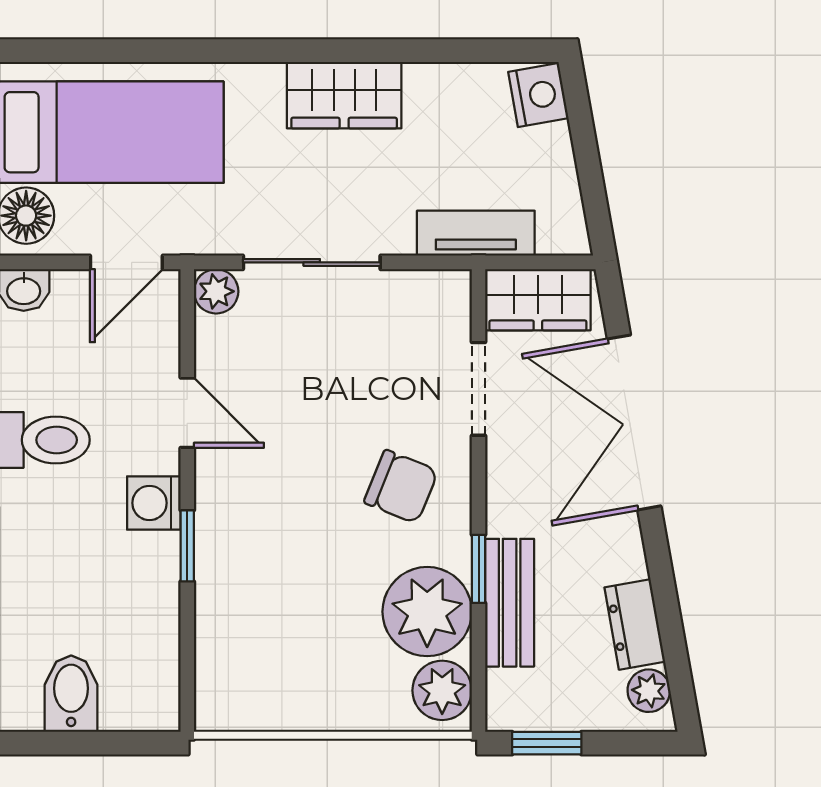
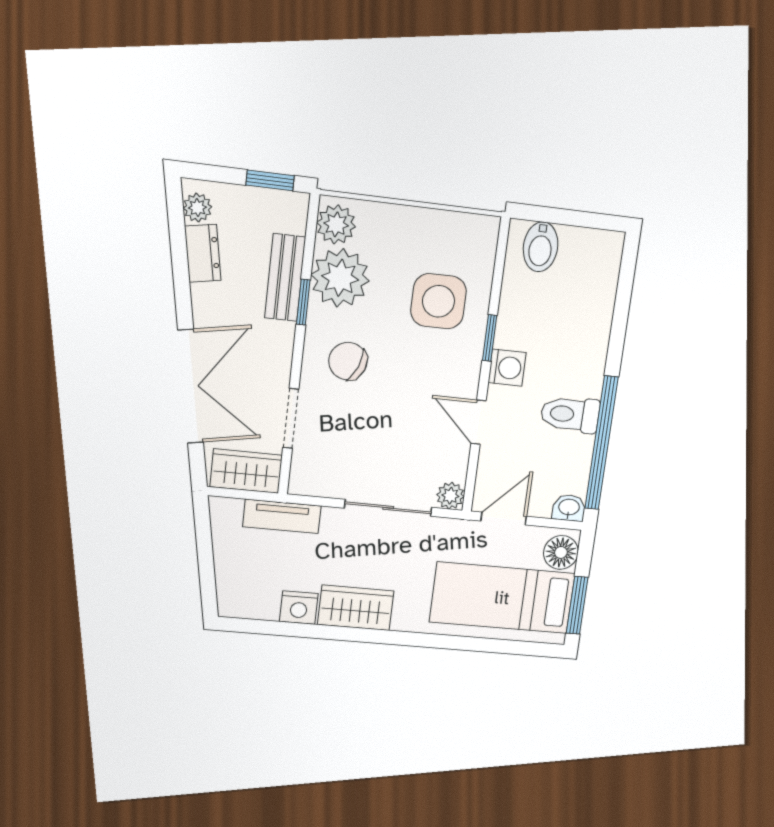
nightstand: (538, 95) -> (299, 608), moved, turned -80
side table: (274, 593) -> (438, 301), added
bidet: (71, 694) -> (541, 247), moved

